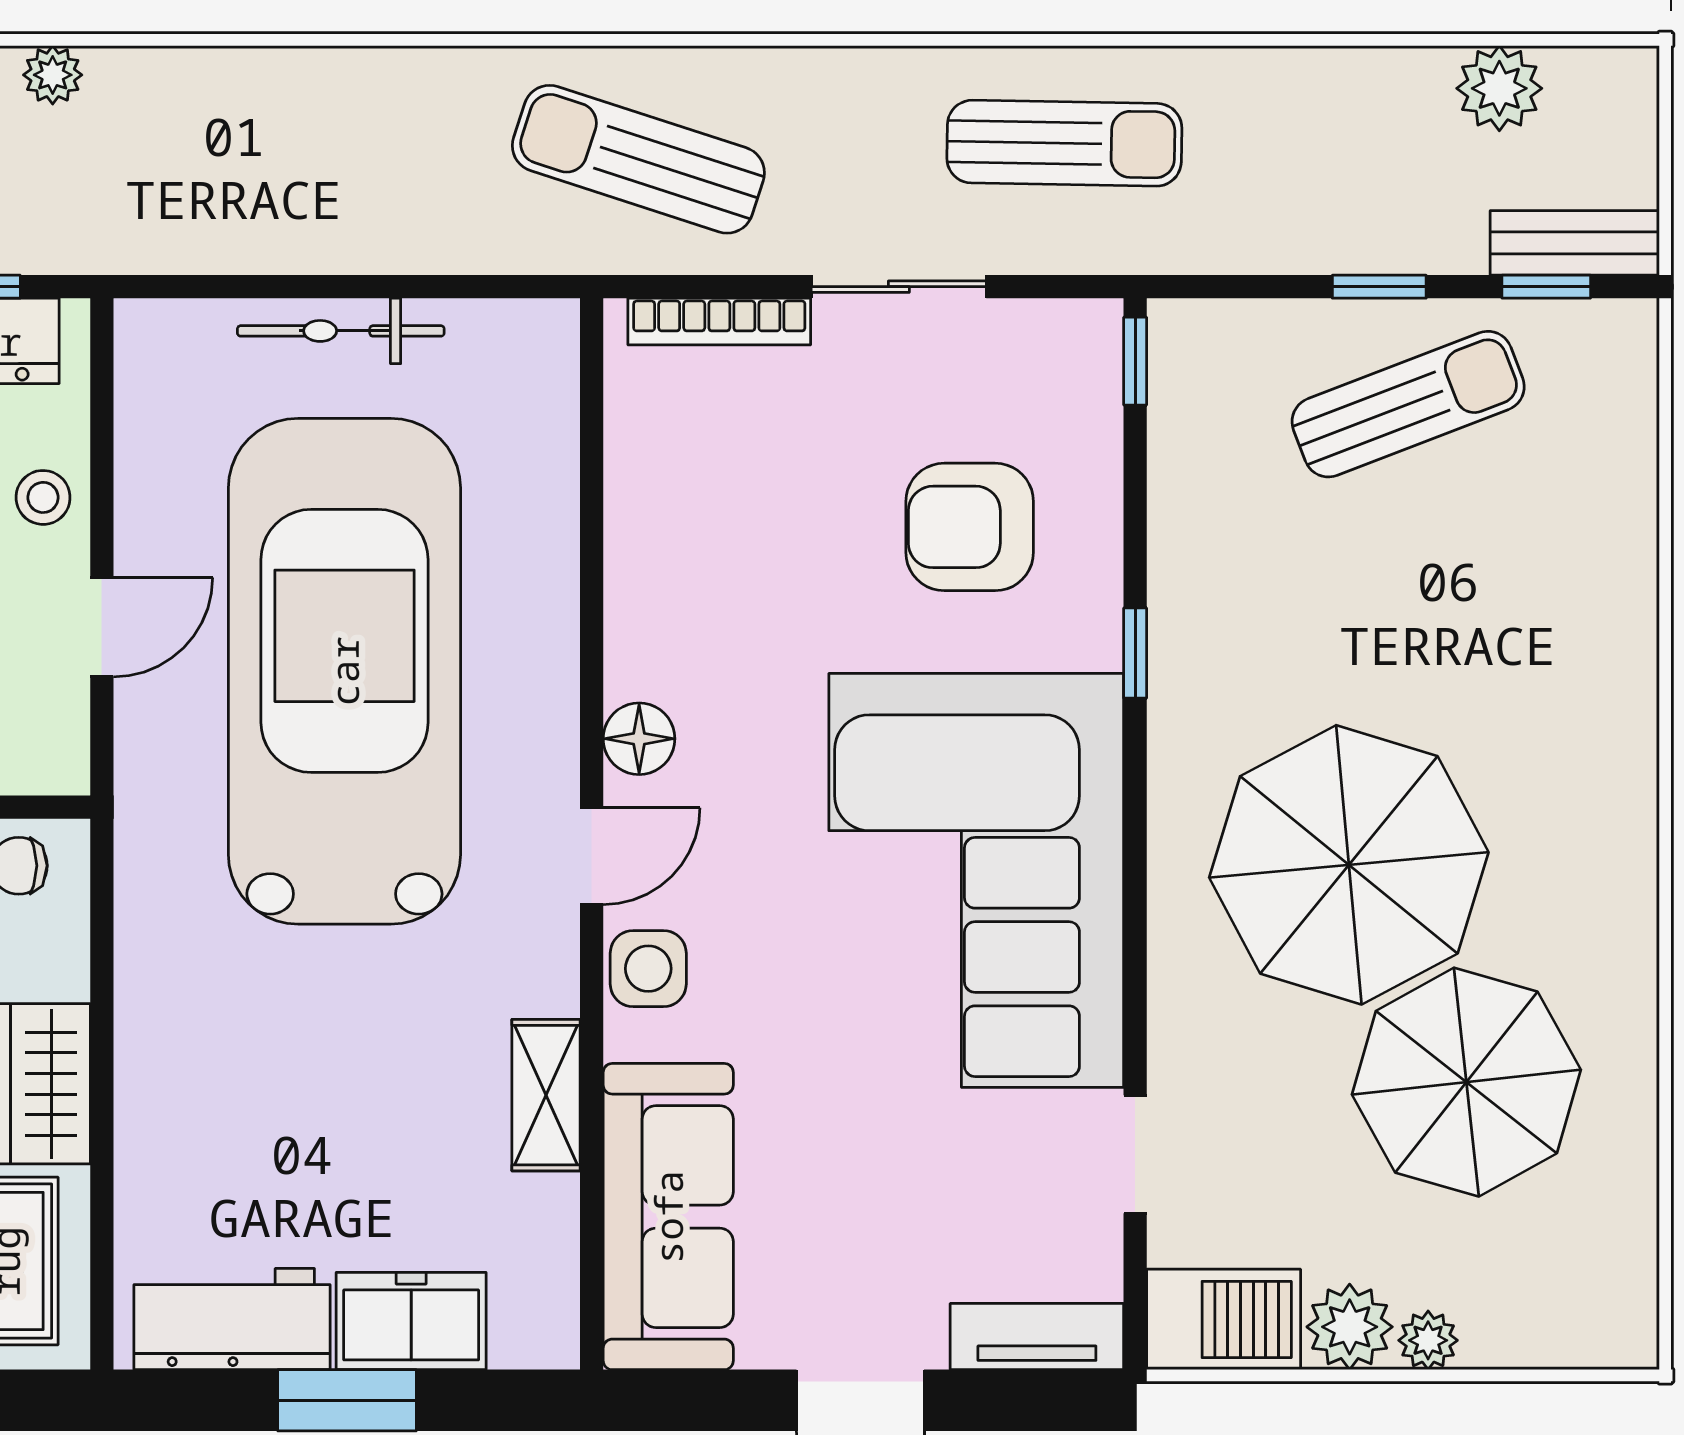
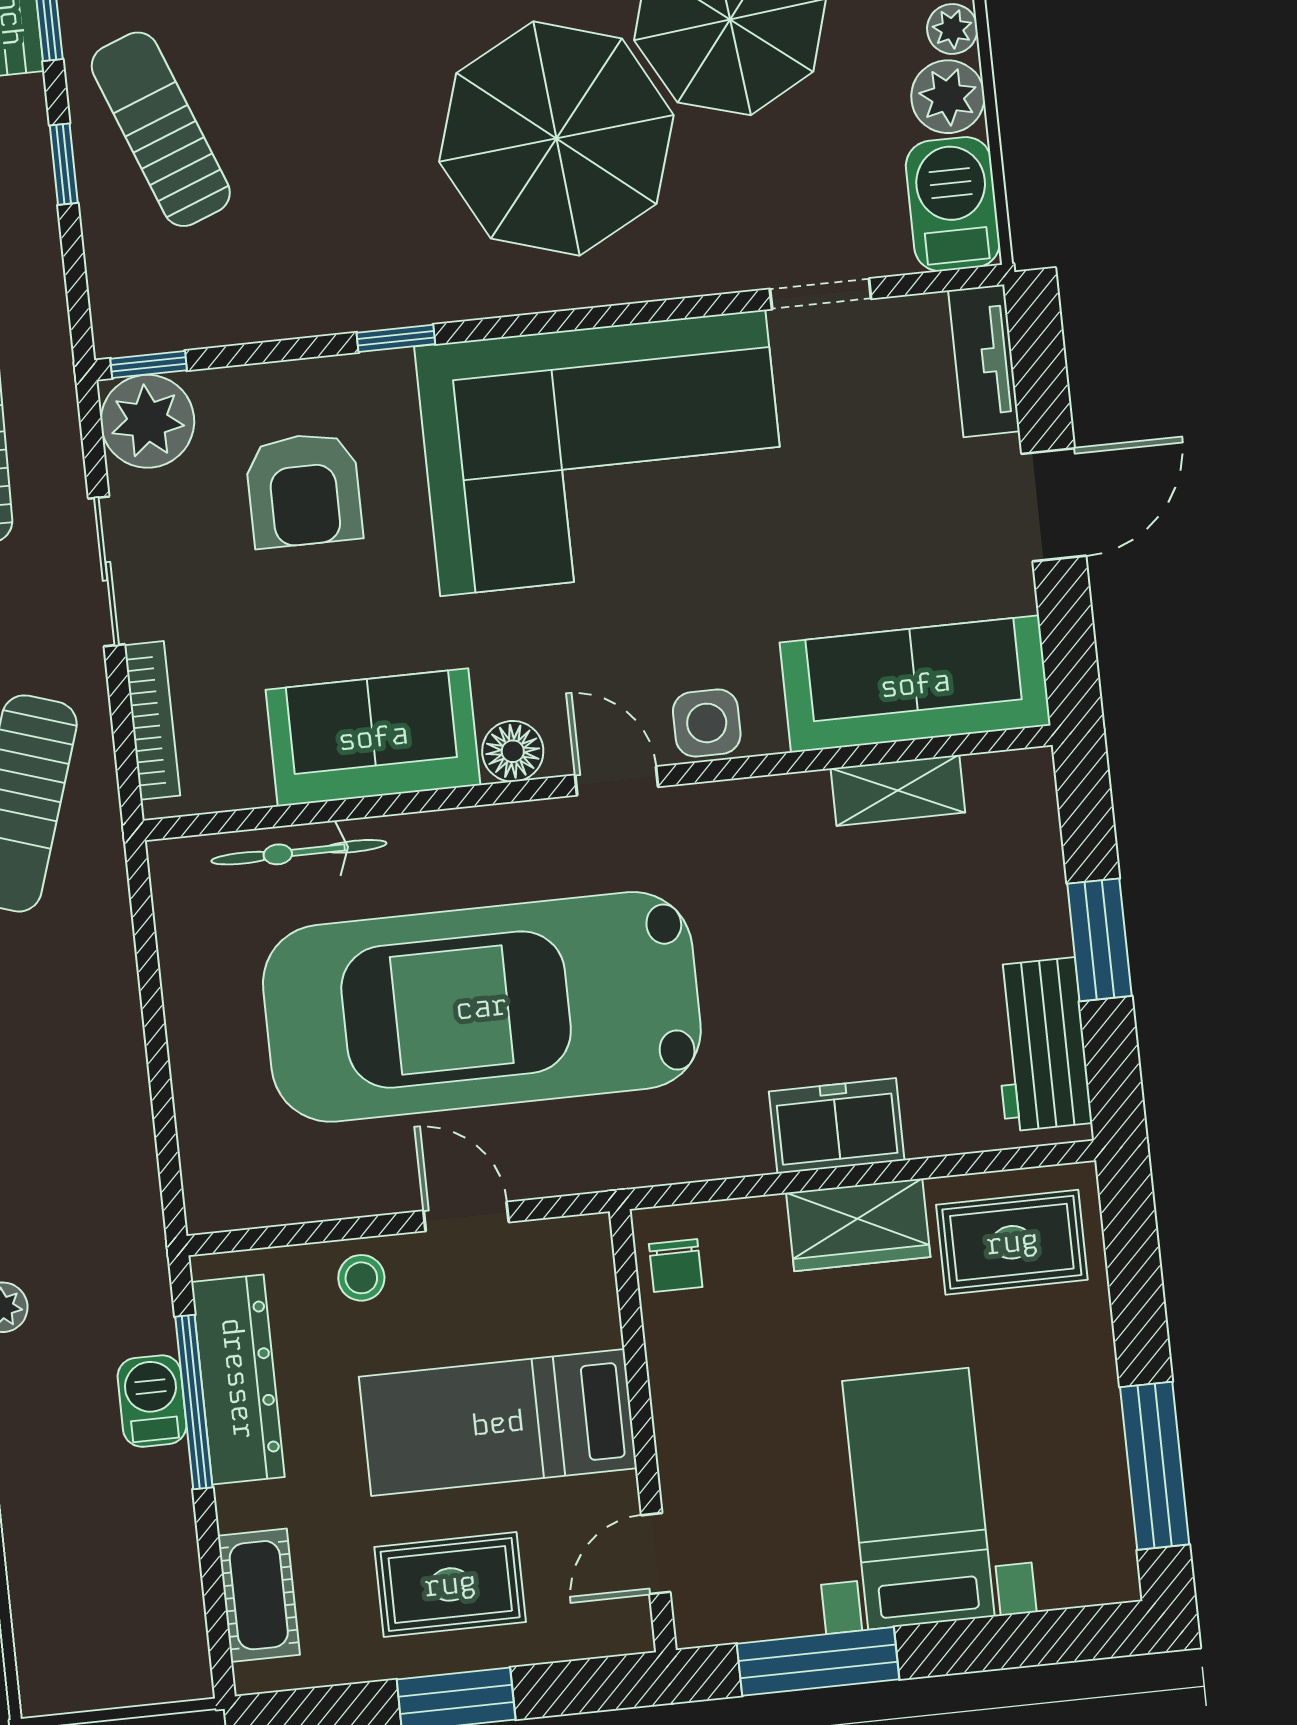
bicycle: (341, 331) -> (299, 852), moved, turned 90
plant: (1069, 353) -> (147, 421), added
sofa: (672, 577) -> (373, 737), added
shelving: (546, 1095) -> (898, 790), moved
freezer: (411, 1321) -> (837, 1126), moved, turned 90

